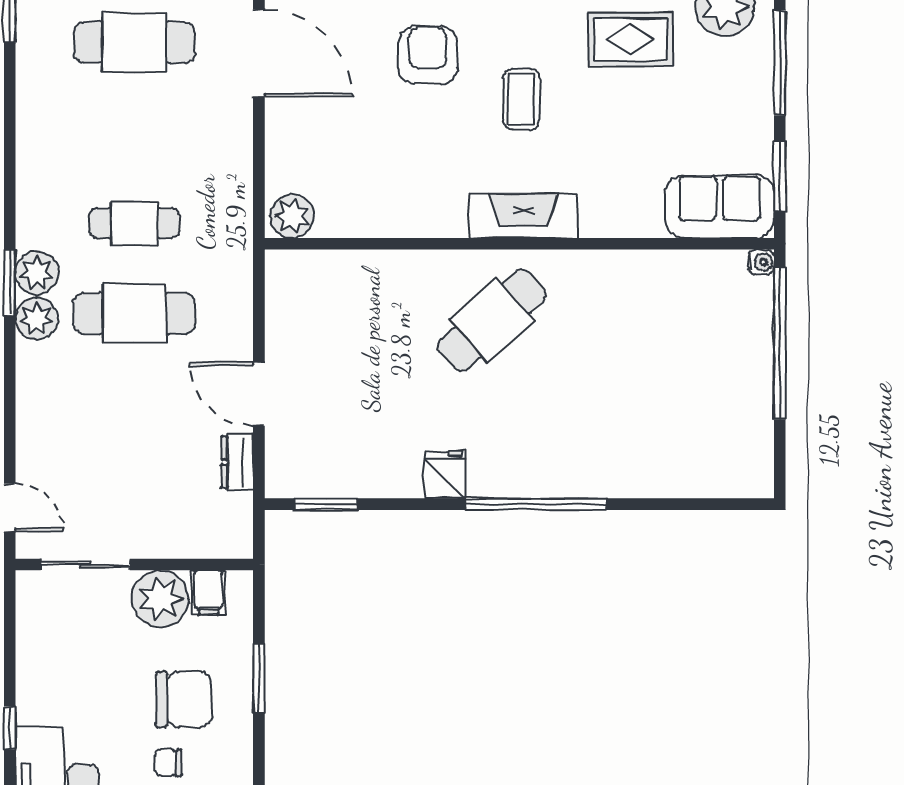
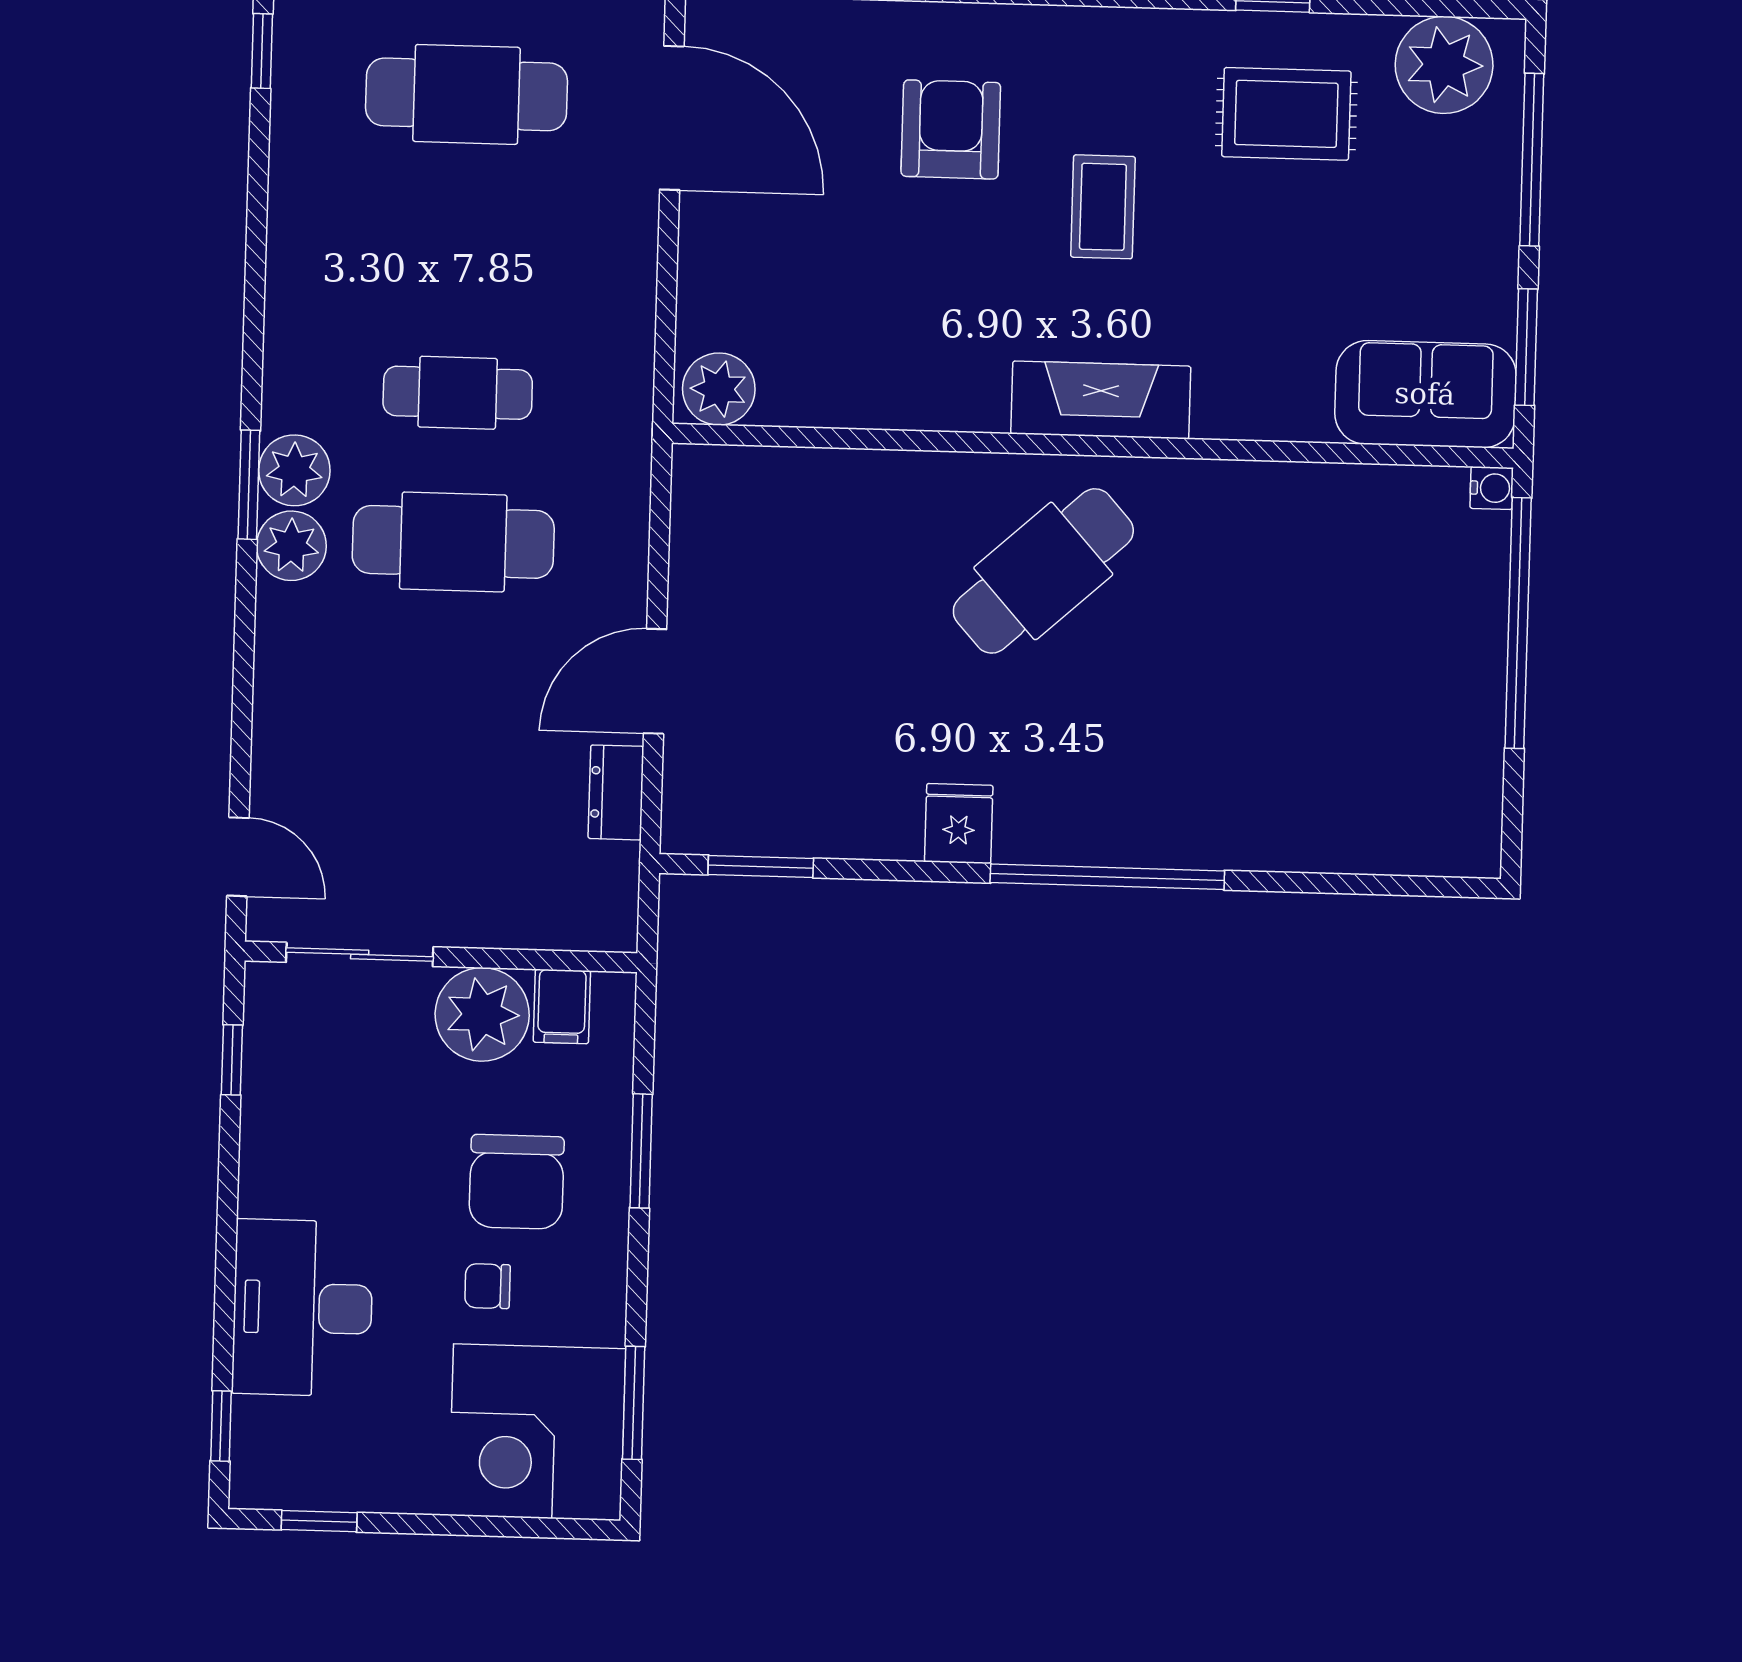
door: (259, 394) -> (655, 681), hinge flipped
chair: (184, 699) -> (517, 1182), turned 90
window: (10, 728) -> (232, 1060), moved

